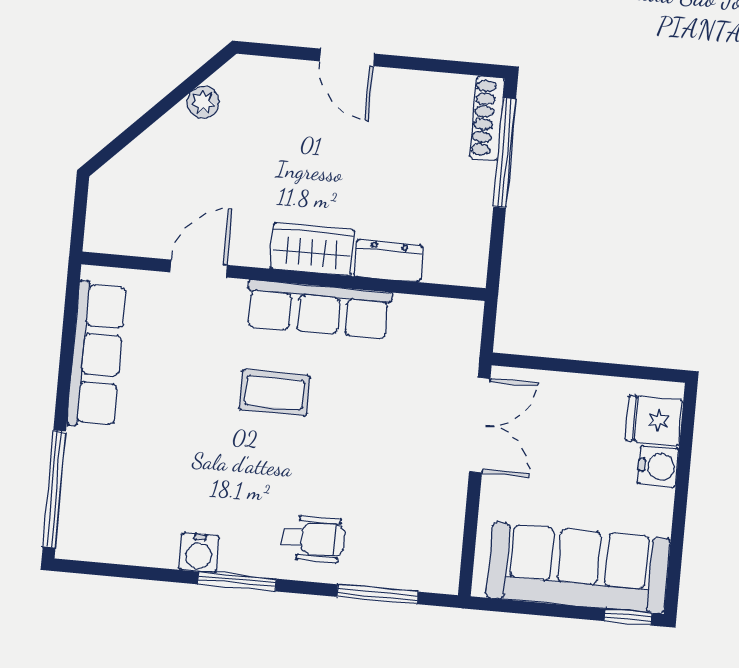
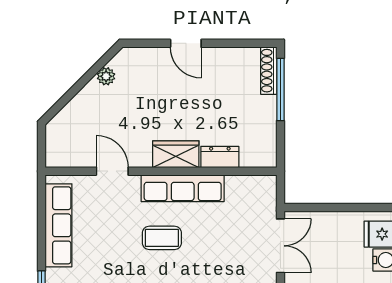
door: (199, 269) -> (112, 171), hinge flipped

